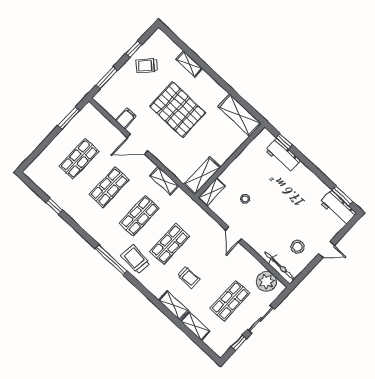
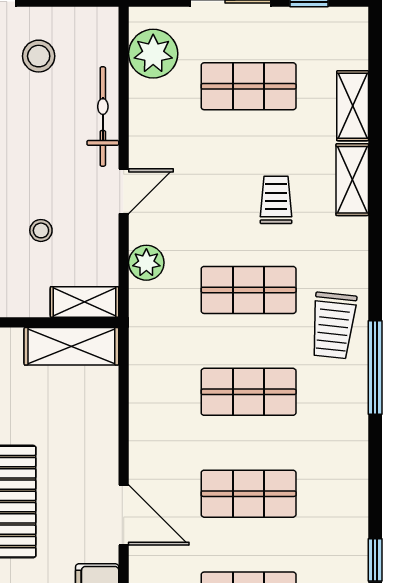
shelving: (164, 181) -> (144, 406), removed
plant: (206, 221) -> (146, 263), added
bicycle: (280, 266) -> (103, 116), moved

